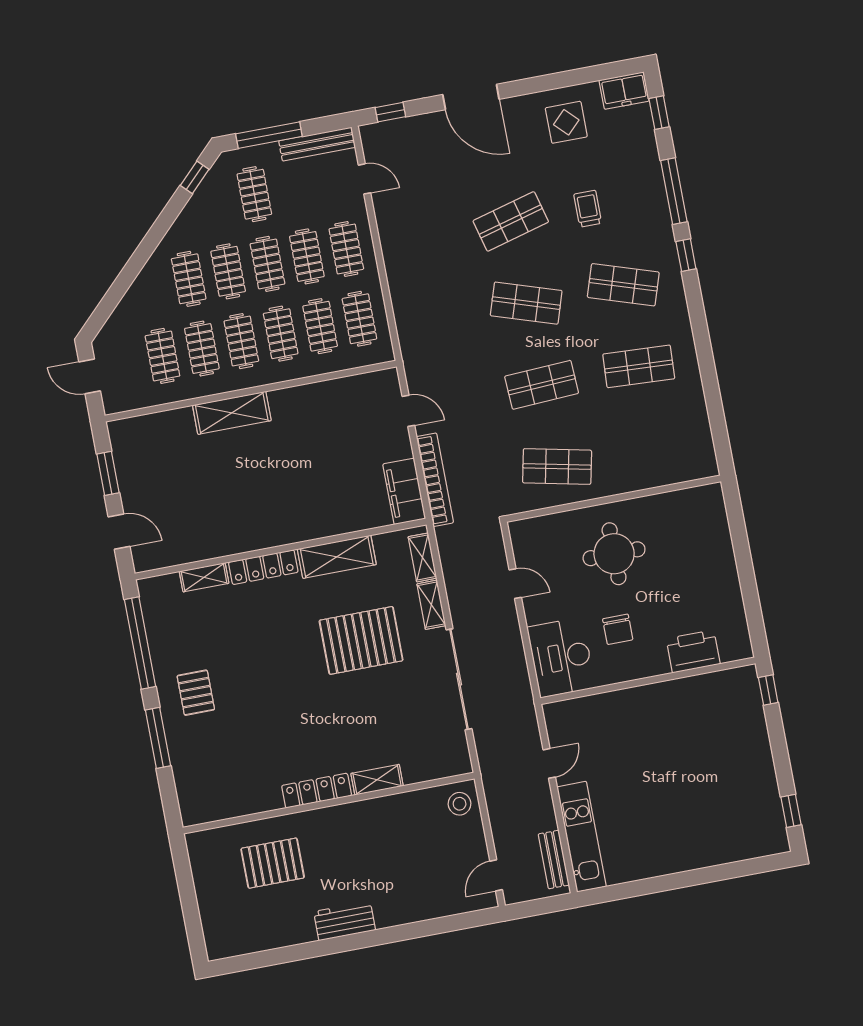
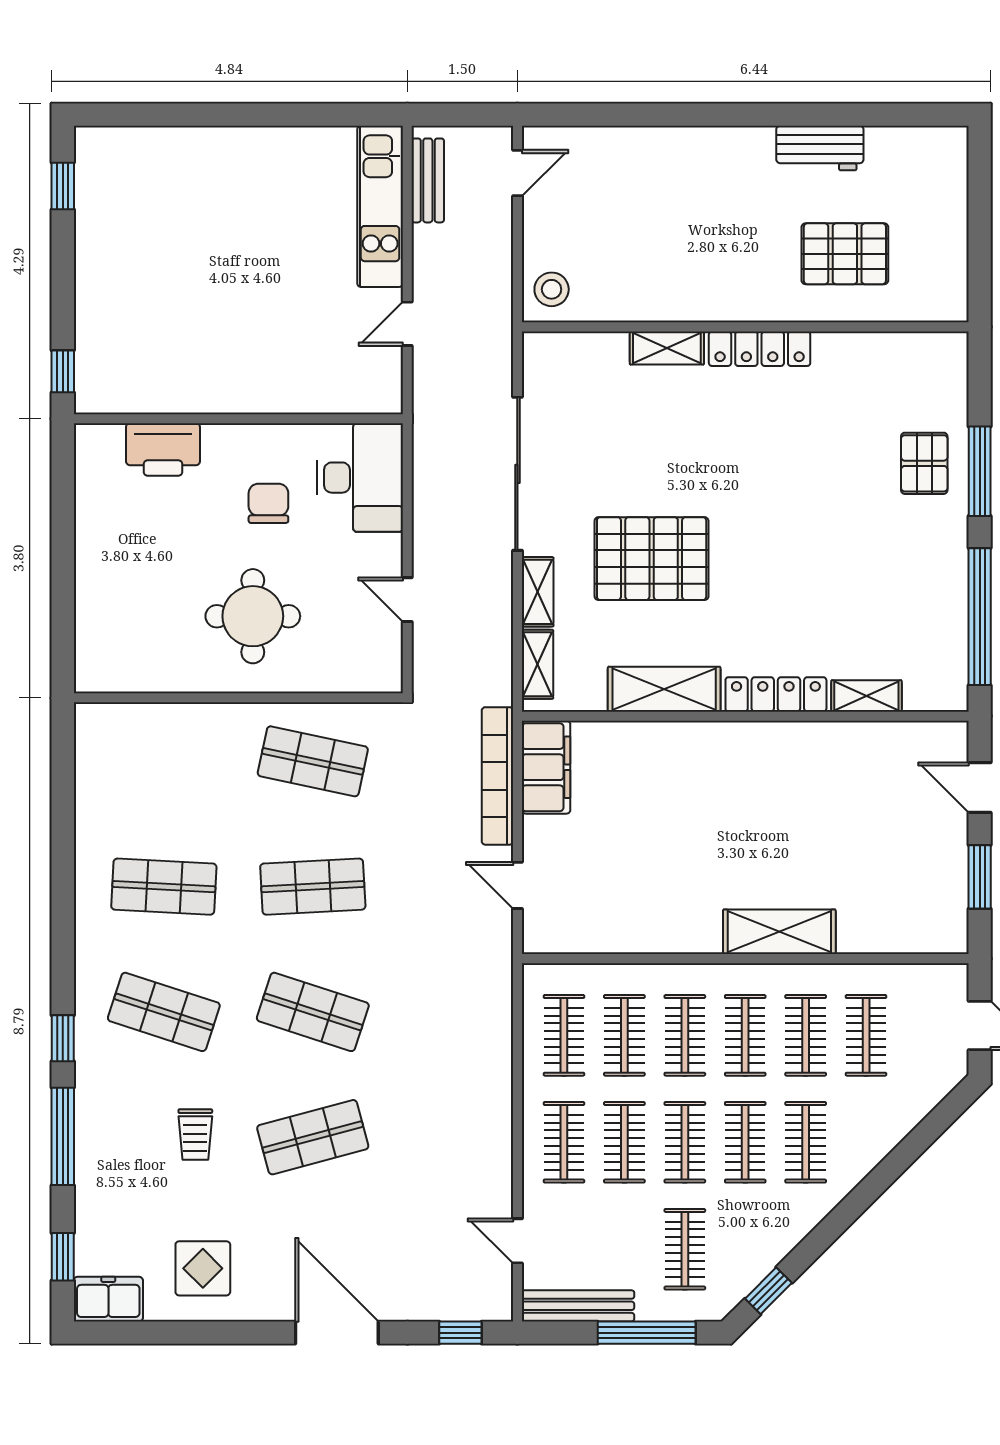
pallet: (196, 693) -> (924, 463), moved
workbench: (345, 921) -> (820, 148), moved

